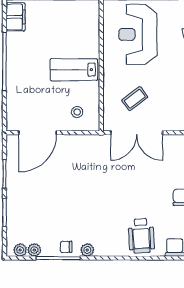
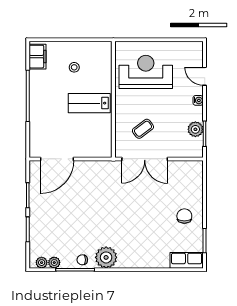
reception desk: (138, 34) -> (146, 72), turned 90
stool: (77, 112) -> (74, 67), moved
wheelchair: (141, 236) -> (149, 250), removed
plant: (87, 250) -> (106, 257), width x1.87, depth x1.87

